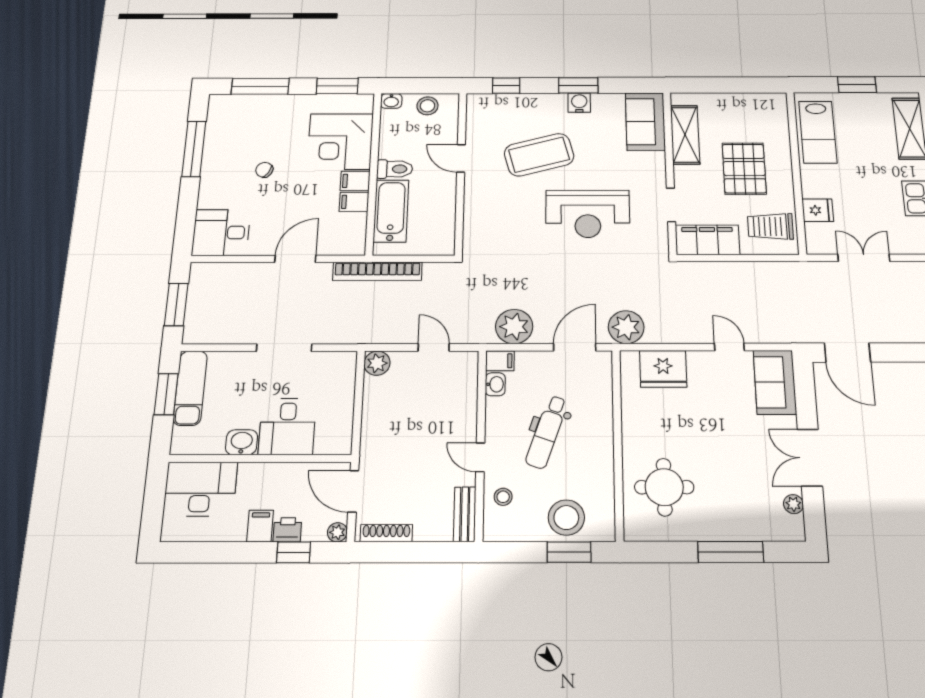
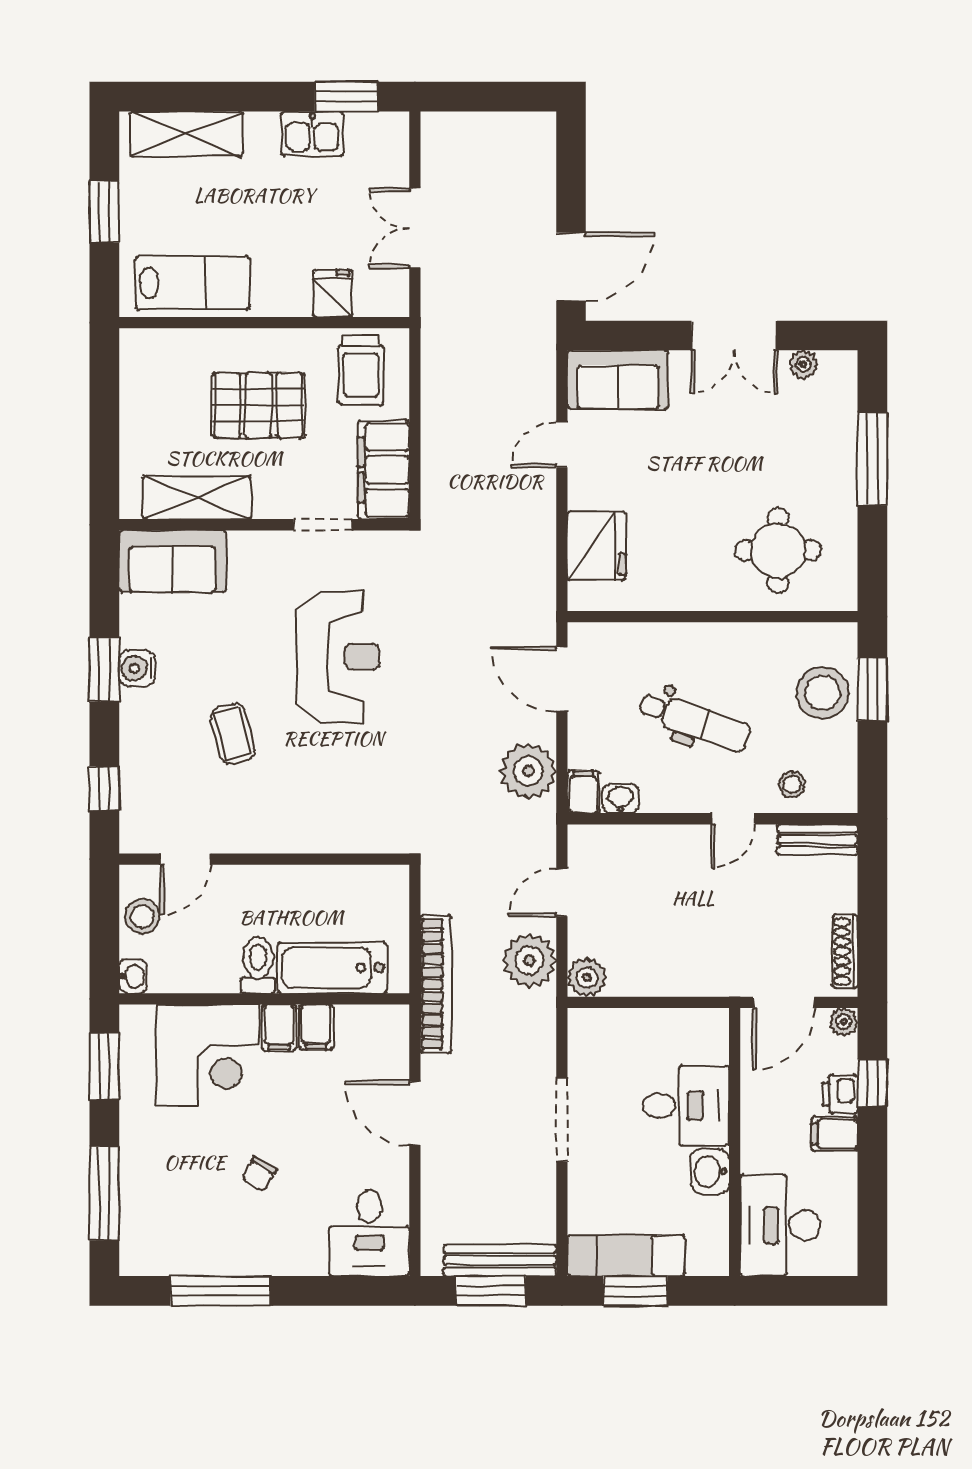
coffee table: (539, 155) -> (233, 734), width x0.54, depth x0.58
door: (461, 158) -> (186, 859), moved
bench: (195, 310) -> (500, 1260), added
plant: (626, 327) -> (529, 960), moved

